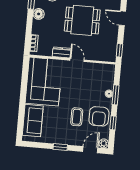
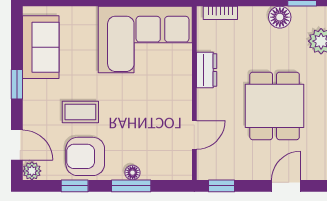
door: (77, 60) -> (194, 135), moved
sofa: (33, 121) -> (41, 47), moved, turned -90

